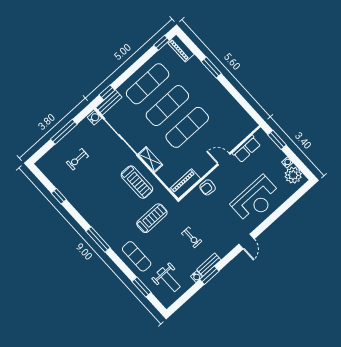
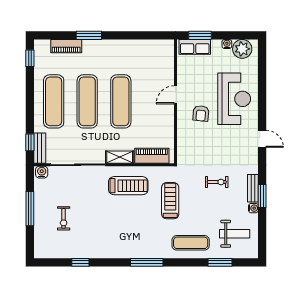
piano: (181, 48) -> (66, 46), moved
row of seats: (246, 149) -> (195, 47), moved, turned 90
piano: (185, 184) -> (152, 156), moved, turned 90
armchair: (208, 187) -> (201, 113), moved

